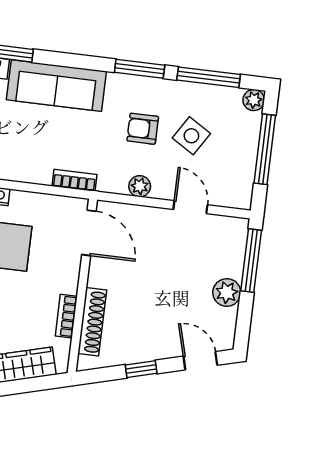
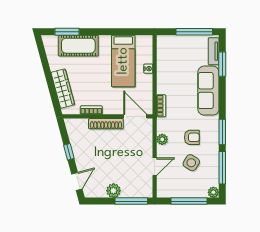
armchair: (143, 129) -> (192, 137), turned 90
door: (89, 233) -> (135, 116), swing flipped
shoe rack: (92, 322) -> (106, 124), moved

